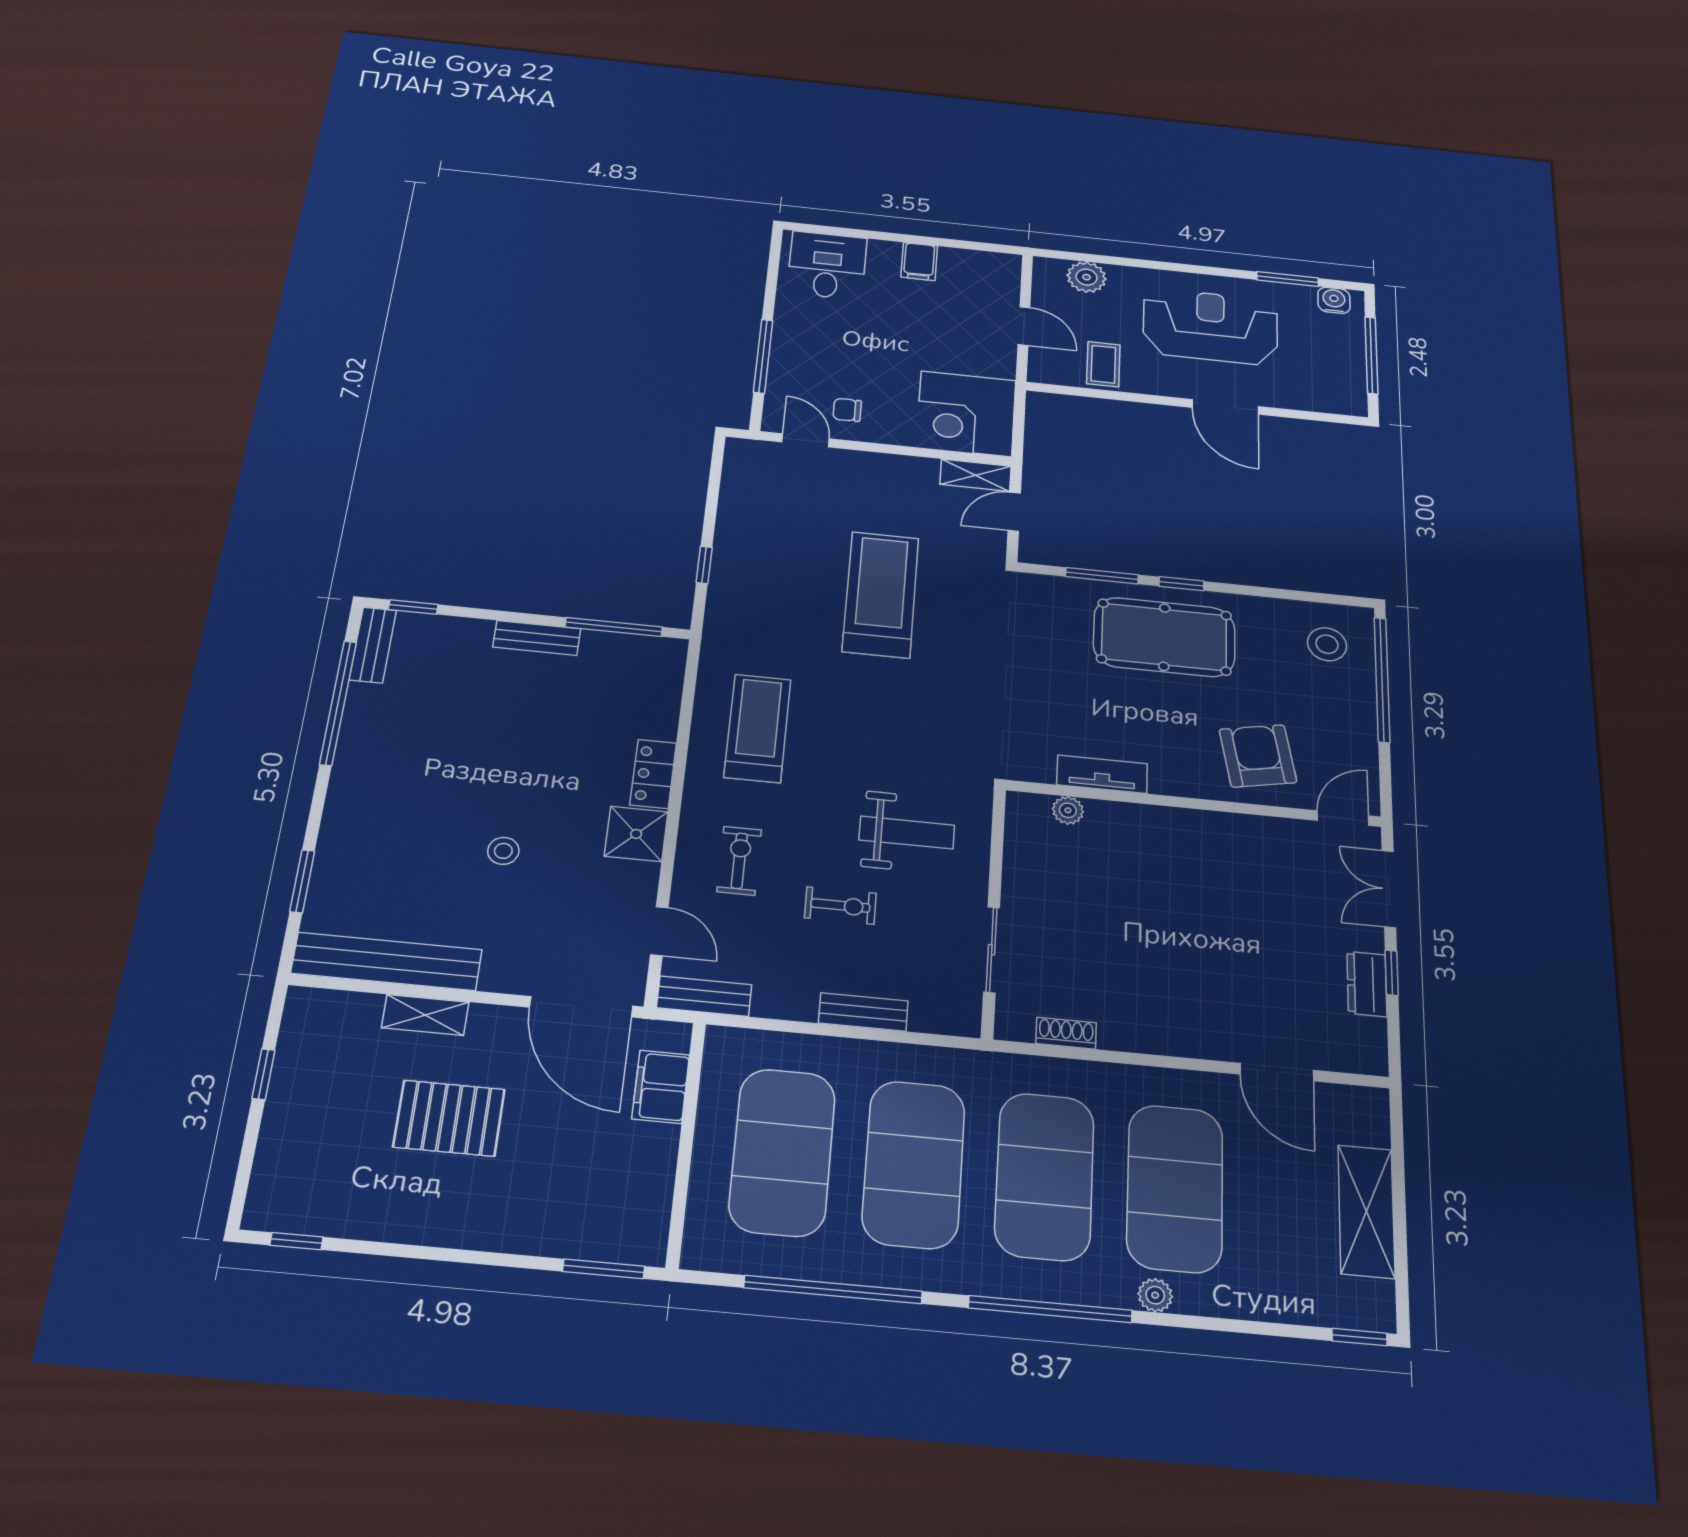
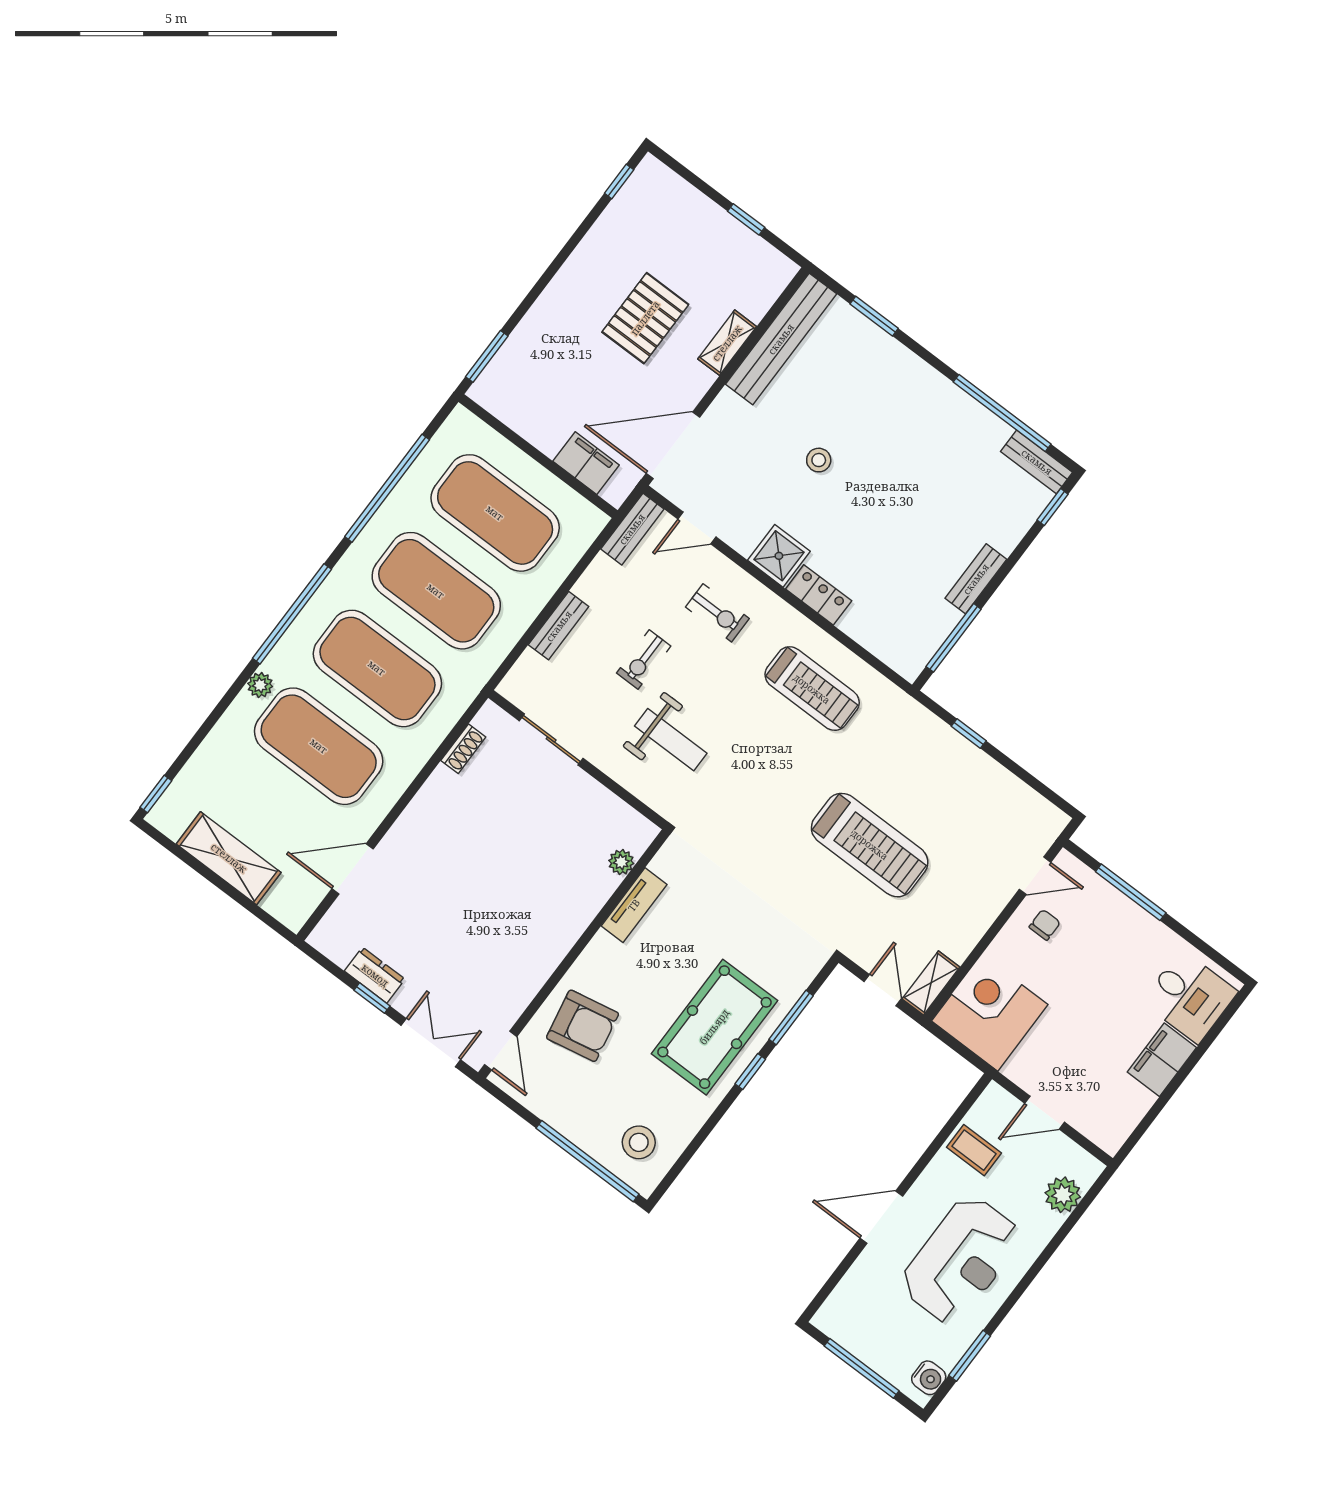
filing cabinet: (919, 262) -> (1162, 1060), width x2.00
weight bench: (907, 833) -> (671, 740), turned -90

